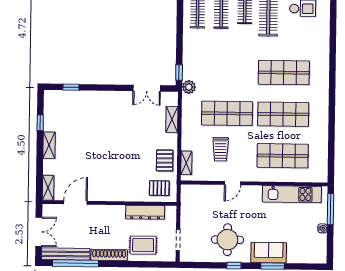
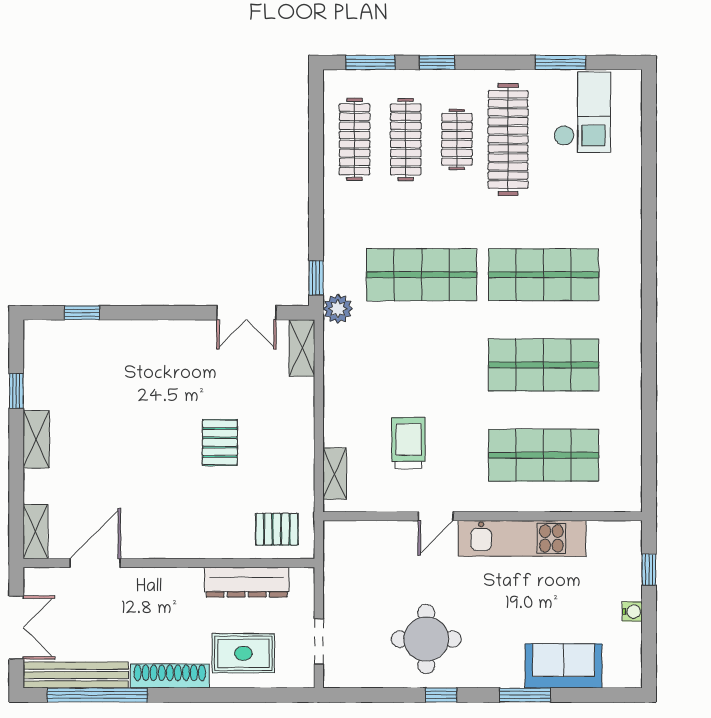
shop shelf: (227, 113) -> (421, 275), moved
shelving: (172, 119) -> (302, 348), moved
trolley: (221, 149) -> (409, 443), turned 180
pallet: (165, 160) -> (220, 442), moved
kitchen unit: (292, 194) -> (522, 538), moved
window: (330, 209) -> (649, 570), width x0.46
sofa: (269, 253) -> (564, 666), moved

